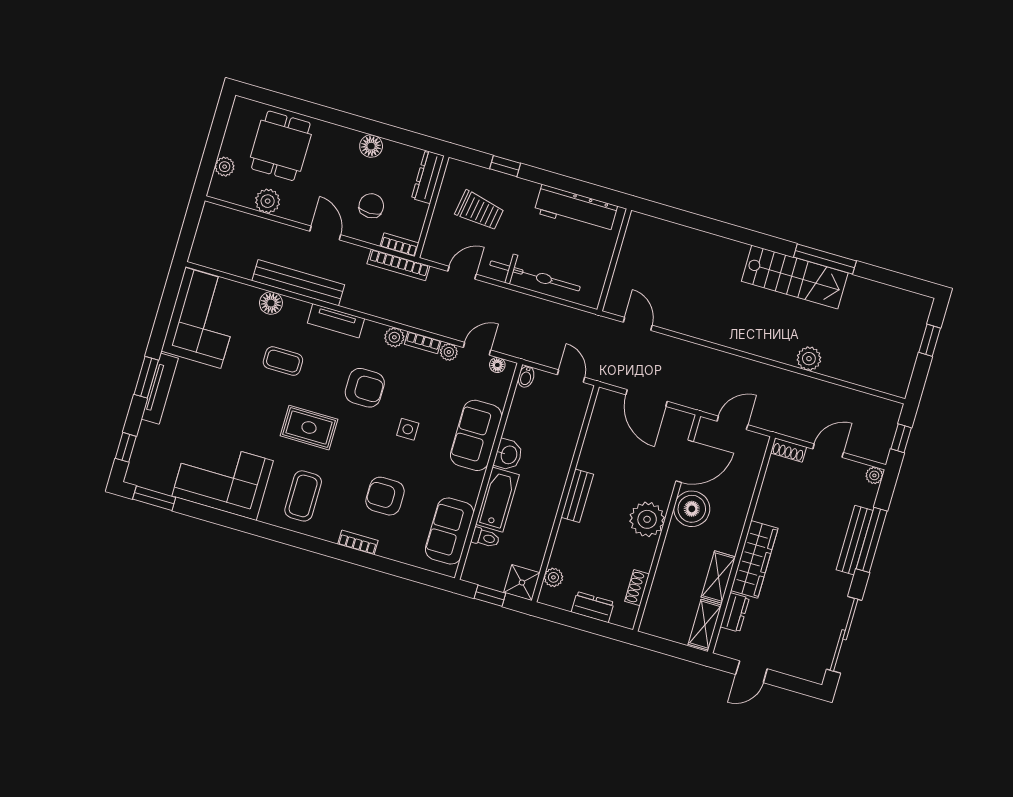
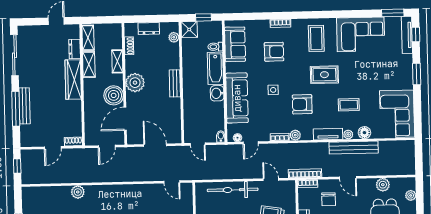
door: (462, 273) -> (271, 180), swing flipped
plant: (449, 352) -> (348, 134), moved
tv unit: (160, 389) -> (407, 35), moved
sofa: (476, 435) -> (237, 98), width x1.36
plant: (874, 475) -> (25, 142), removed
shelving: (666, 567) -> (117, 61), added

